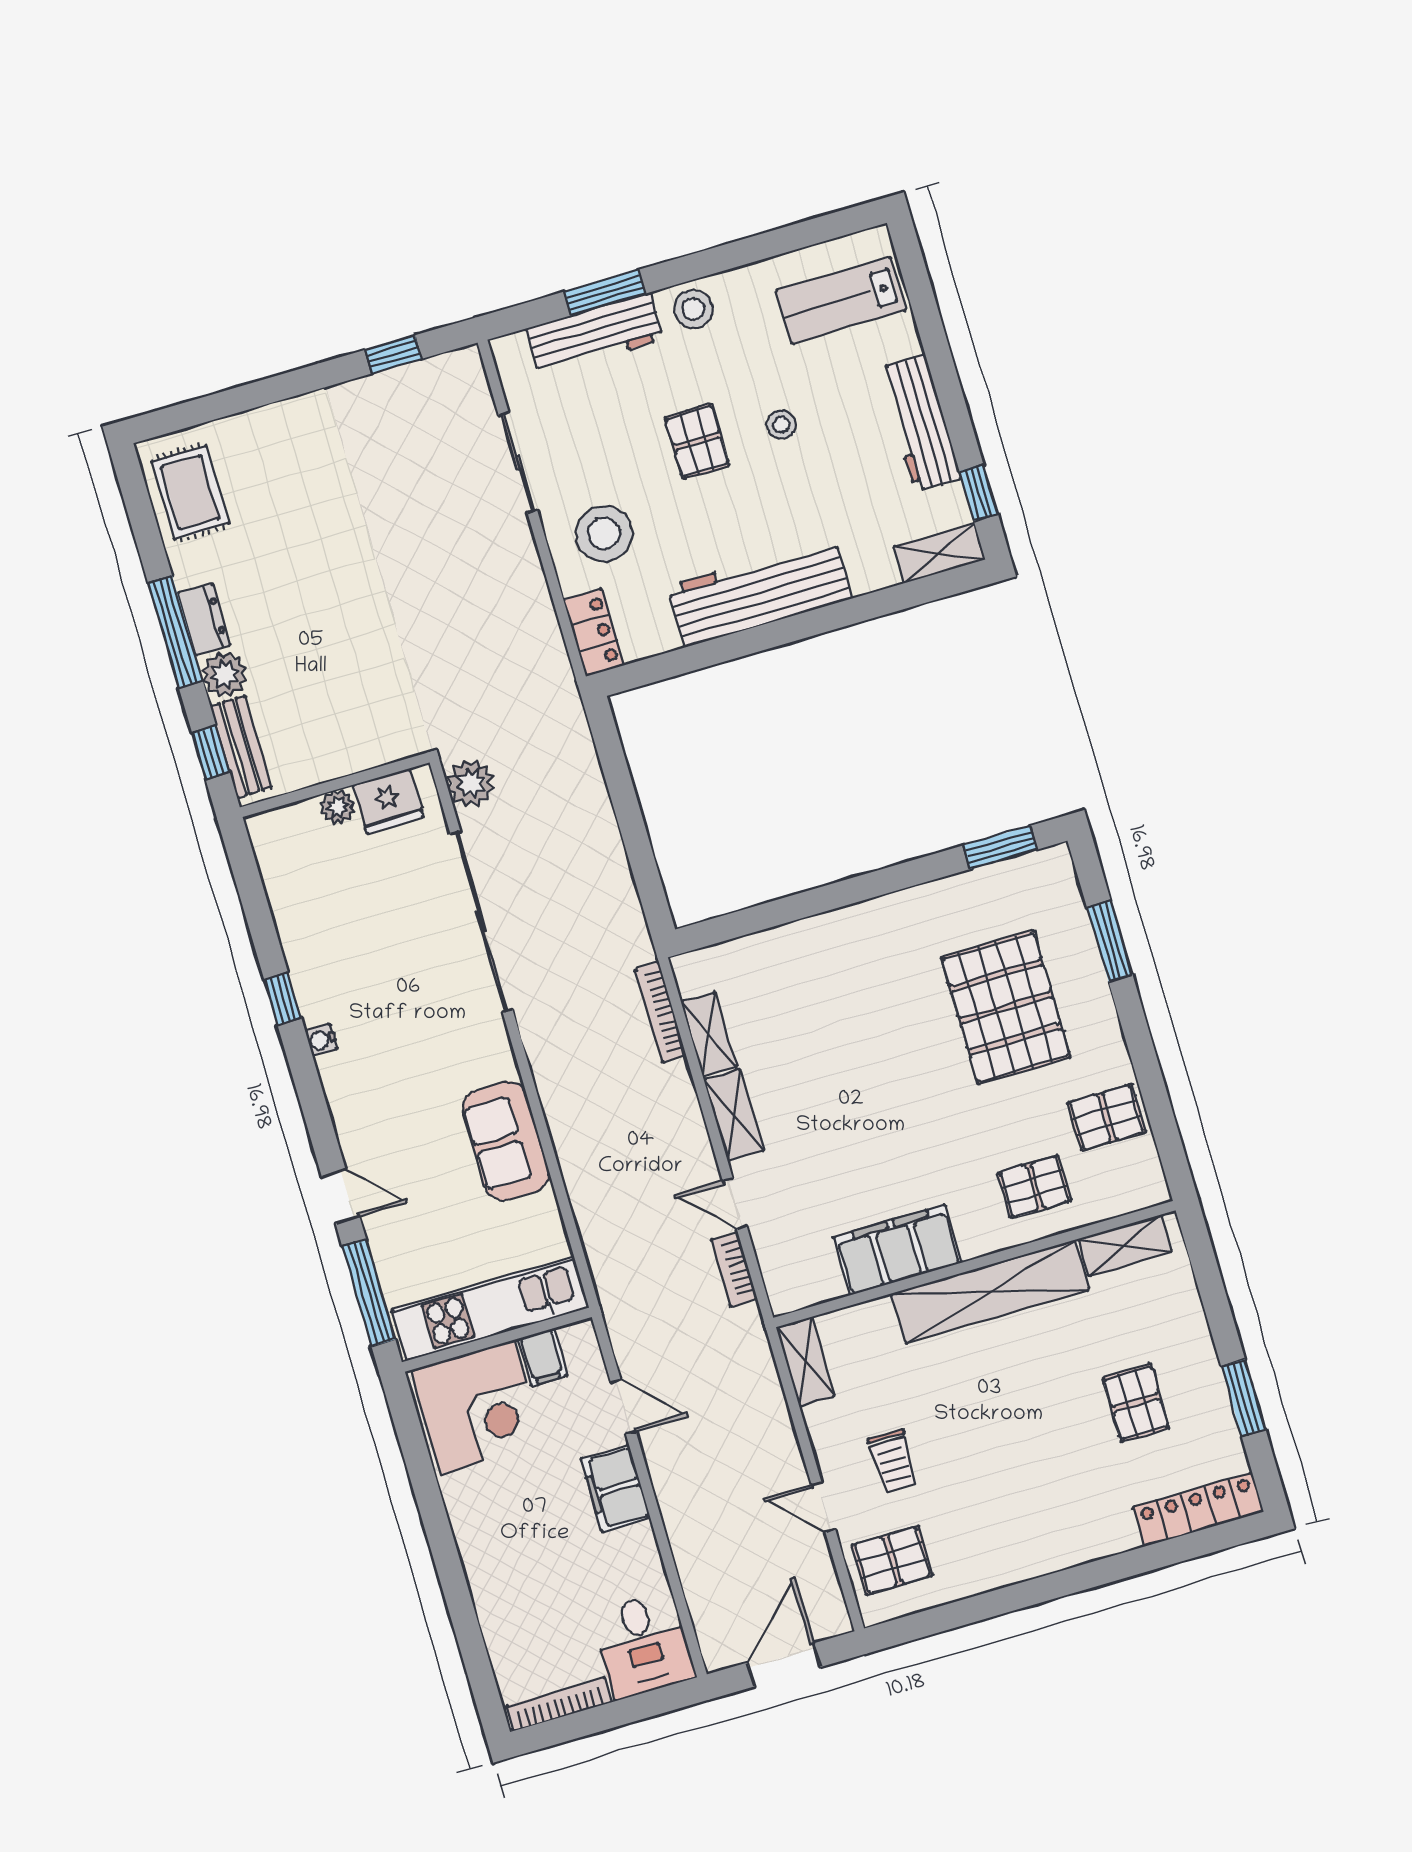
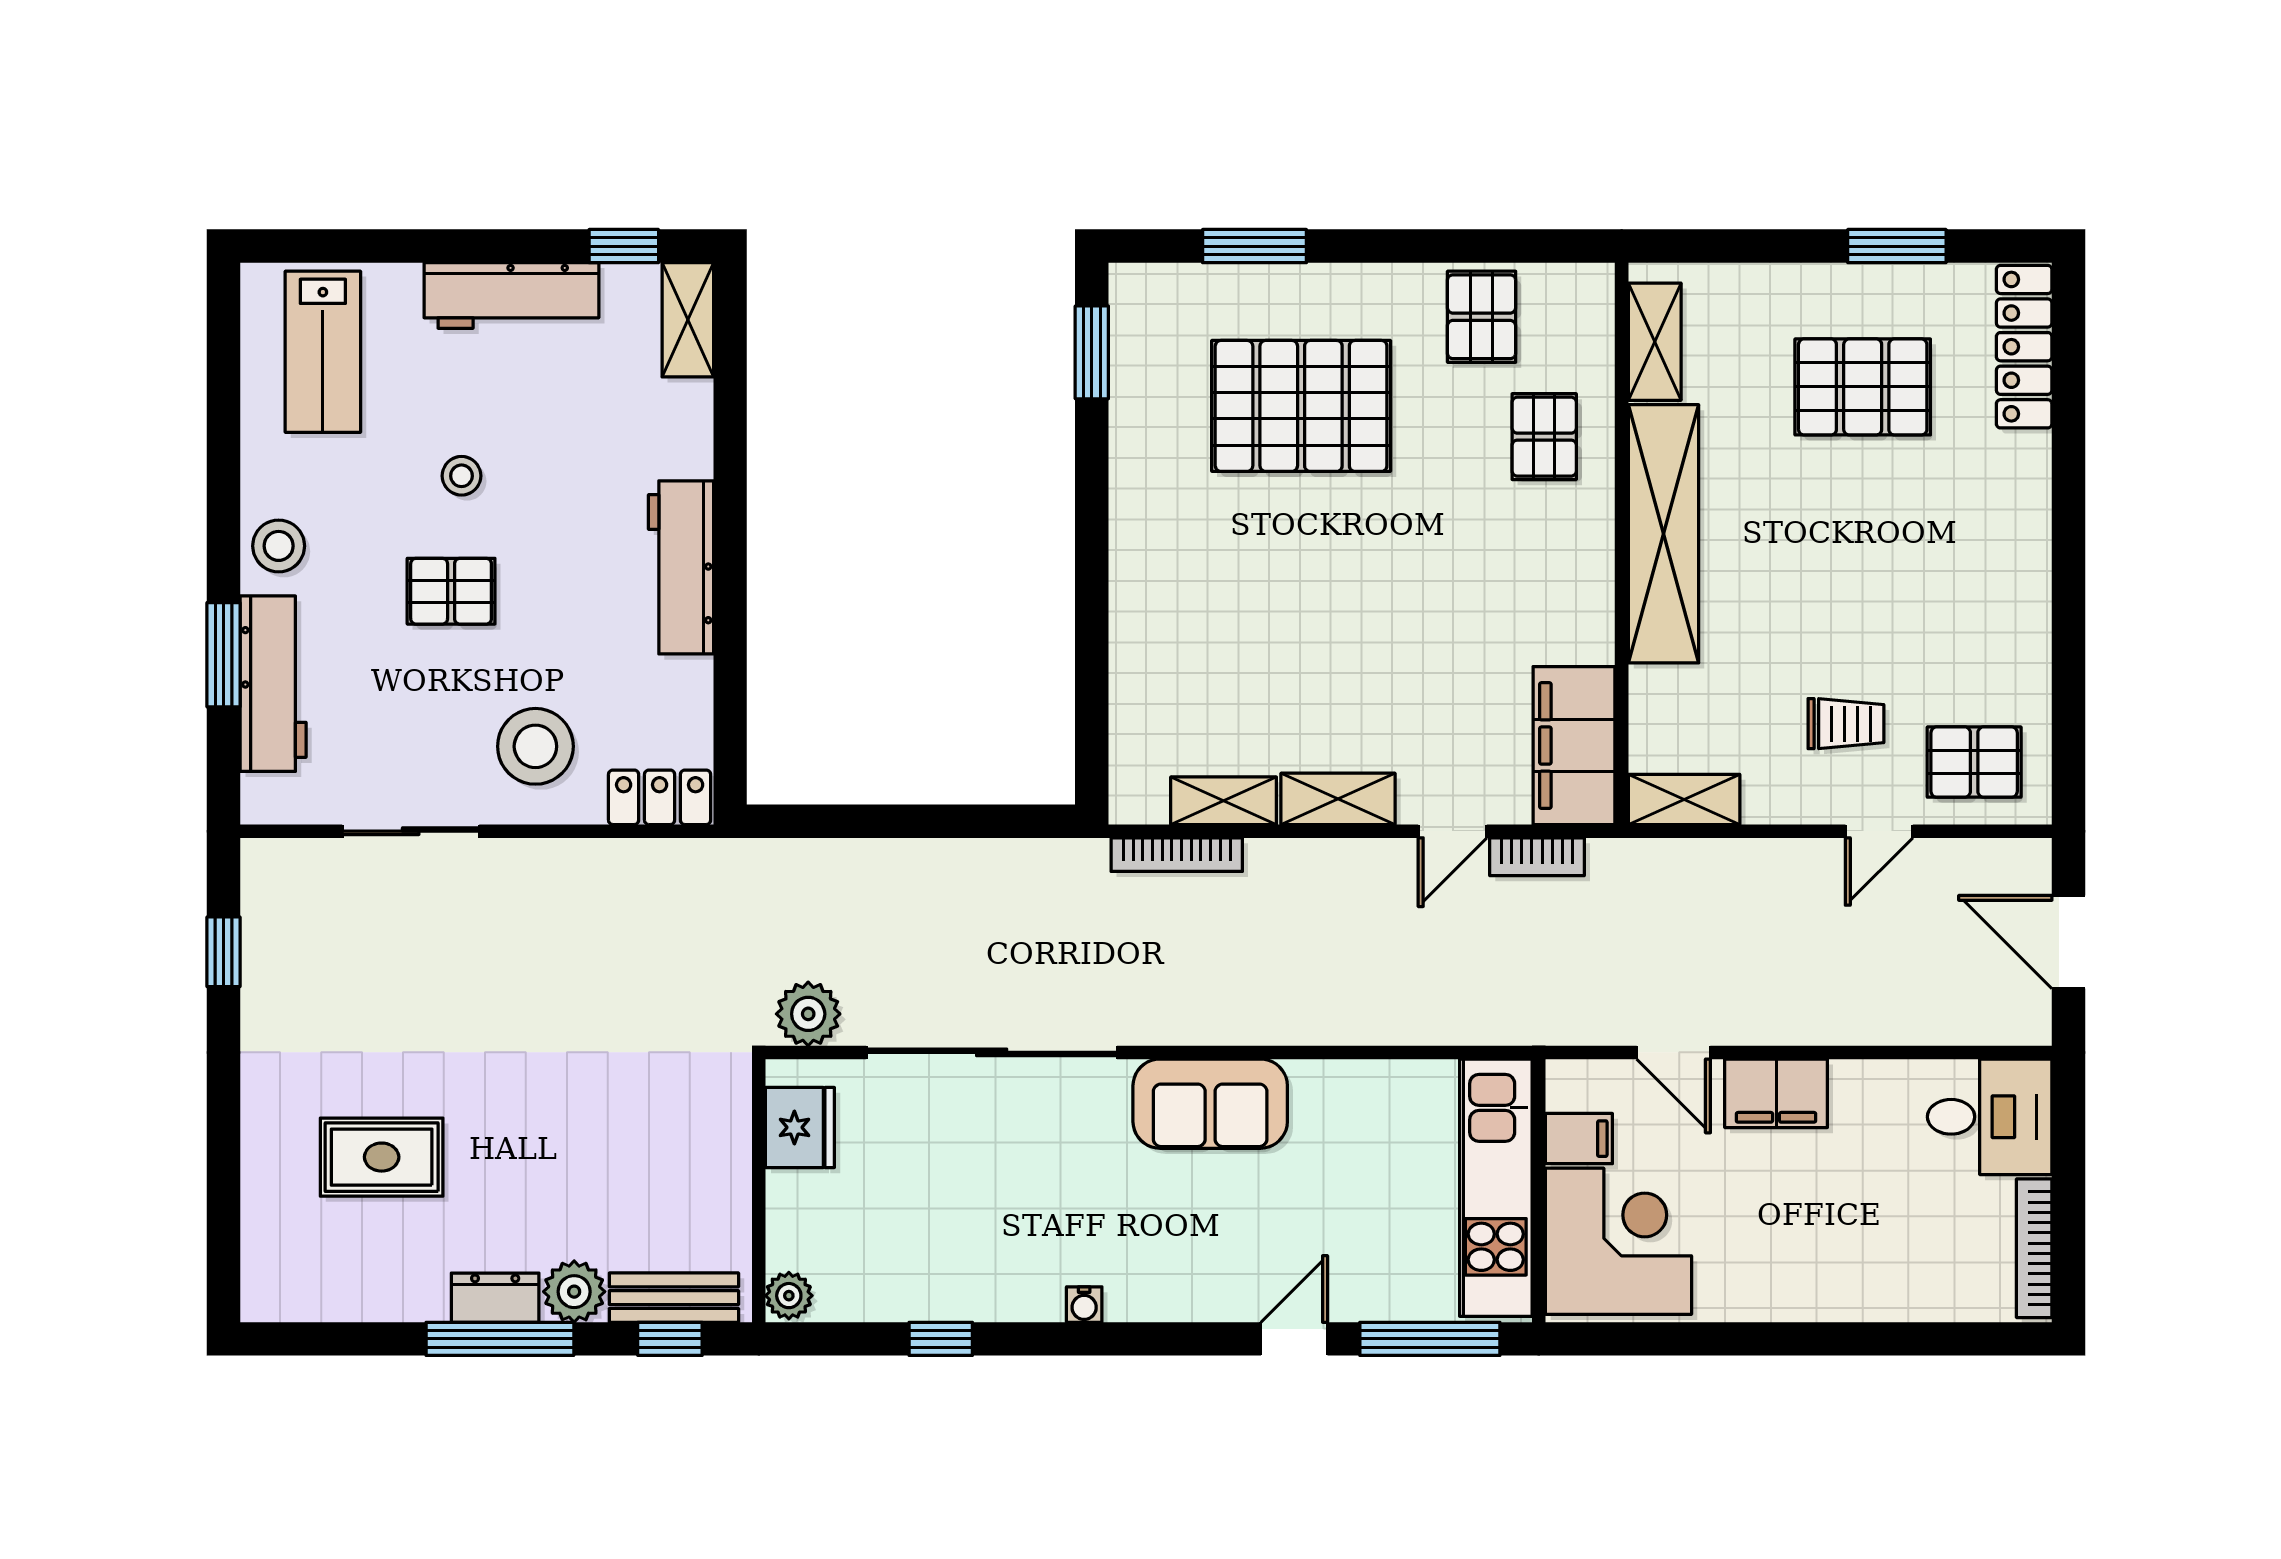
rug: (190, 492) -> (382, 1157), moved
workbench: (760, 592) -> (681, 567), width x0.73, depth x0.76
plant: (338, 807) -> (789, 1296), moved
window: (283, 999) -> (941, 1339), moved
sofa: (506, 1141) -> (1210, 1104), moved
filing cabinet: (897, 1250) -> (1574, 746), moved
pallet: (1136, 1403) -> (1863, 387), width x1.50, depth x1.42
door: (623, 1407) -> (1673, 1052), swing flipped
pallet: (892, 1560) -> (1974, 762), turned 90

